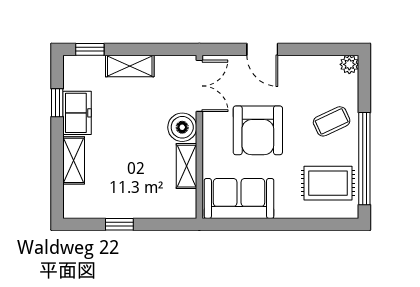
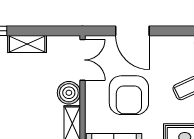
door: (262, 49) -> (132, 31), width x1.38

